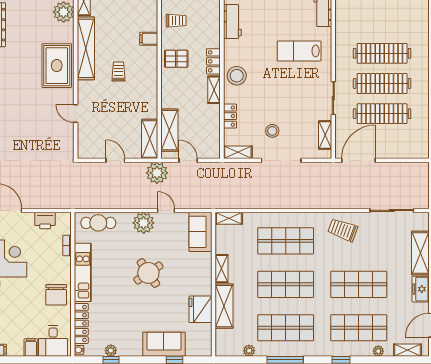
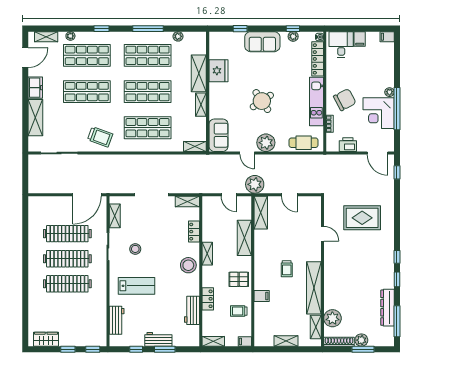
locker: (213, 61) -> (208, 299), moved
rug: (57, 66) -> (362, 218), moved, turned 90
shelving: (169, 130) -> (244, 238), moved
stool: (272, 131) -> (135, 249), moved
chair: (56, 295) -> (345, 100), moved, turned 62
sofa: (164, 344) -> (262, 42), moved

